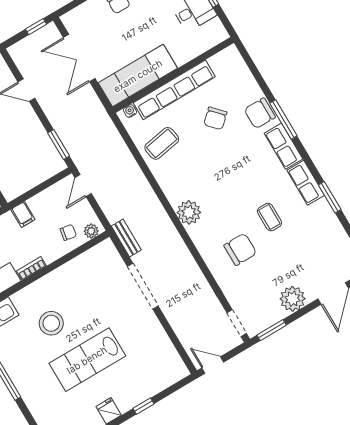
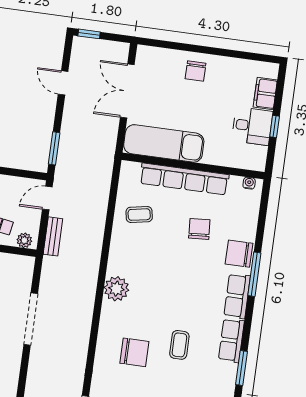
window: (36, 27) -> (89, 34), moved
water cooler: (130, 111) -> (249, 183), moved
chair: (215, 118) -> (199, 229), turned 129
coffee table: (162, 143) -> (139, 215), width x0.73, depth x0.77
bench: (126, 238) -> (53, 236), moved

